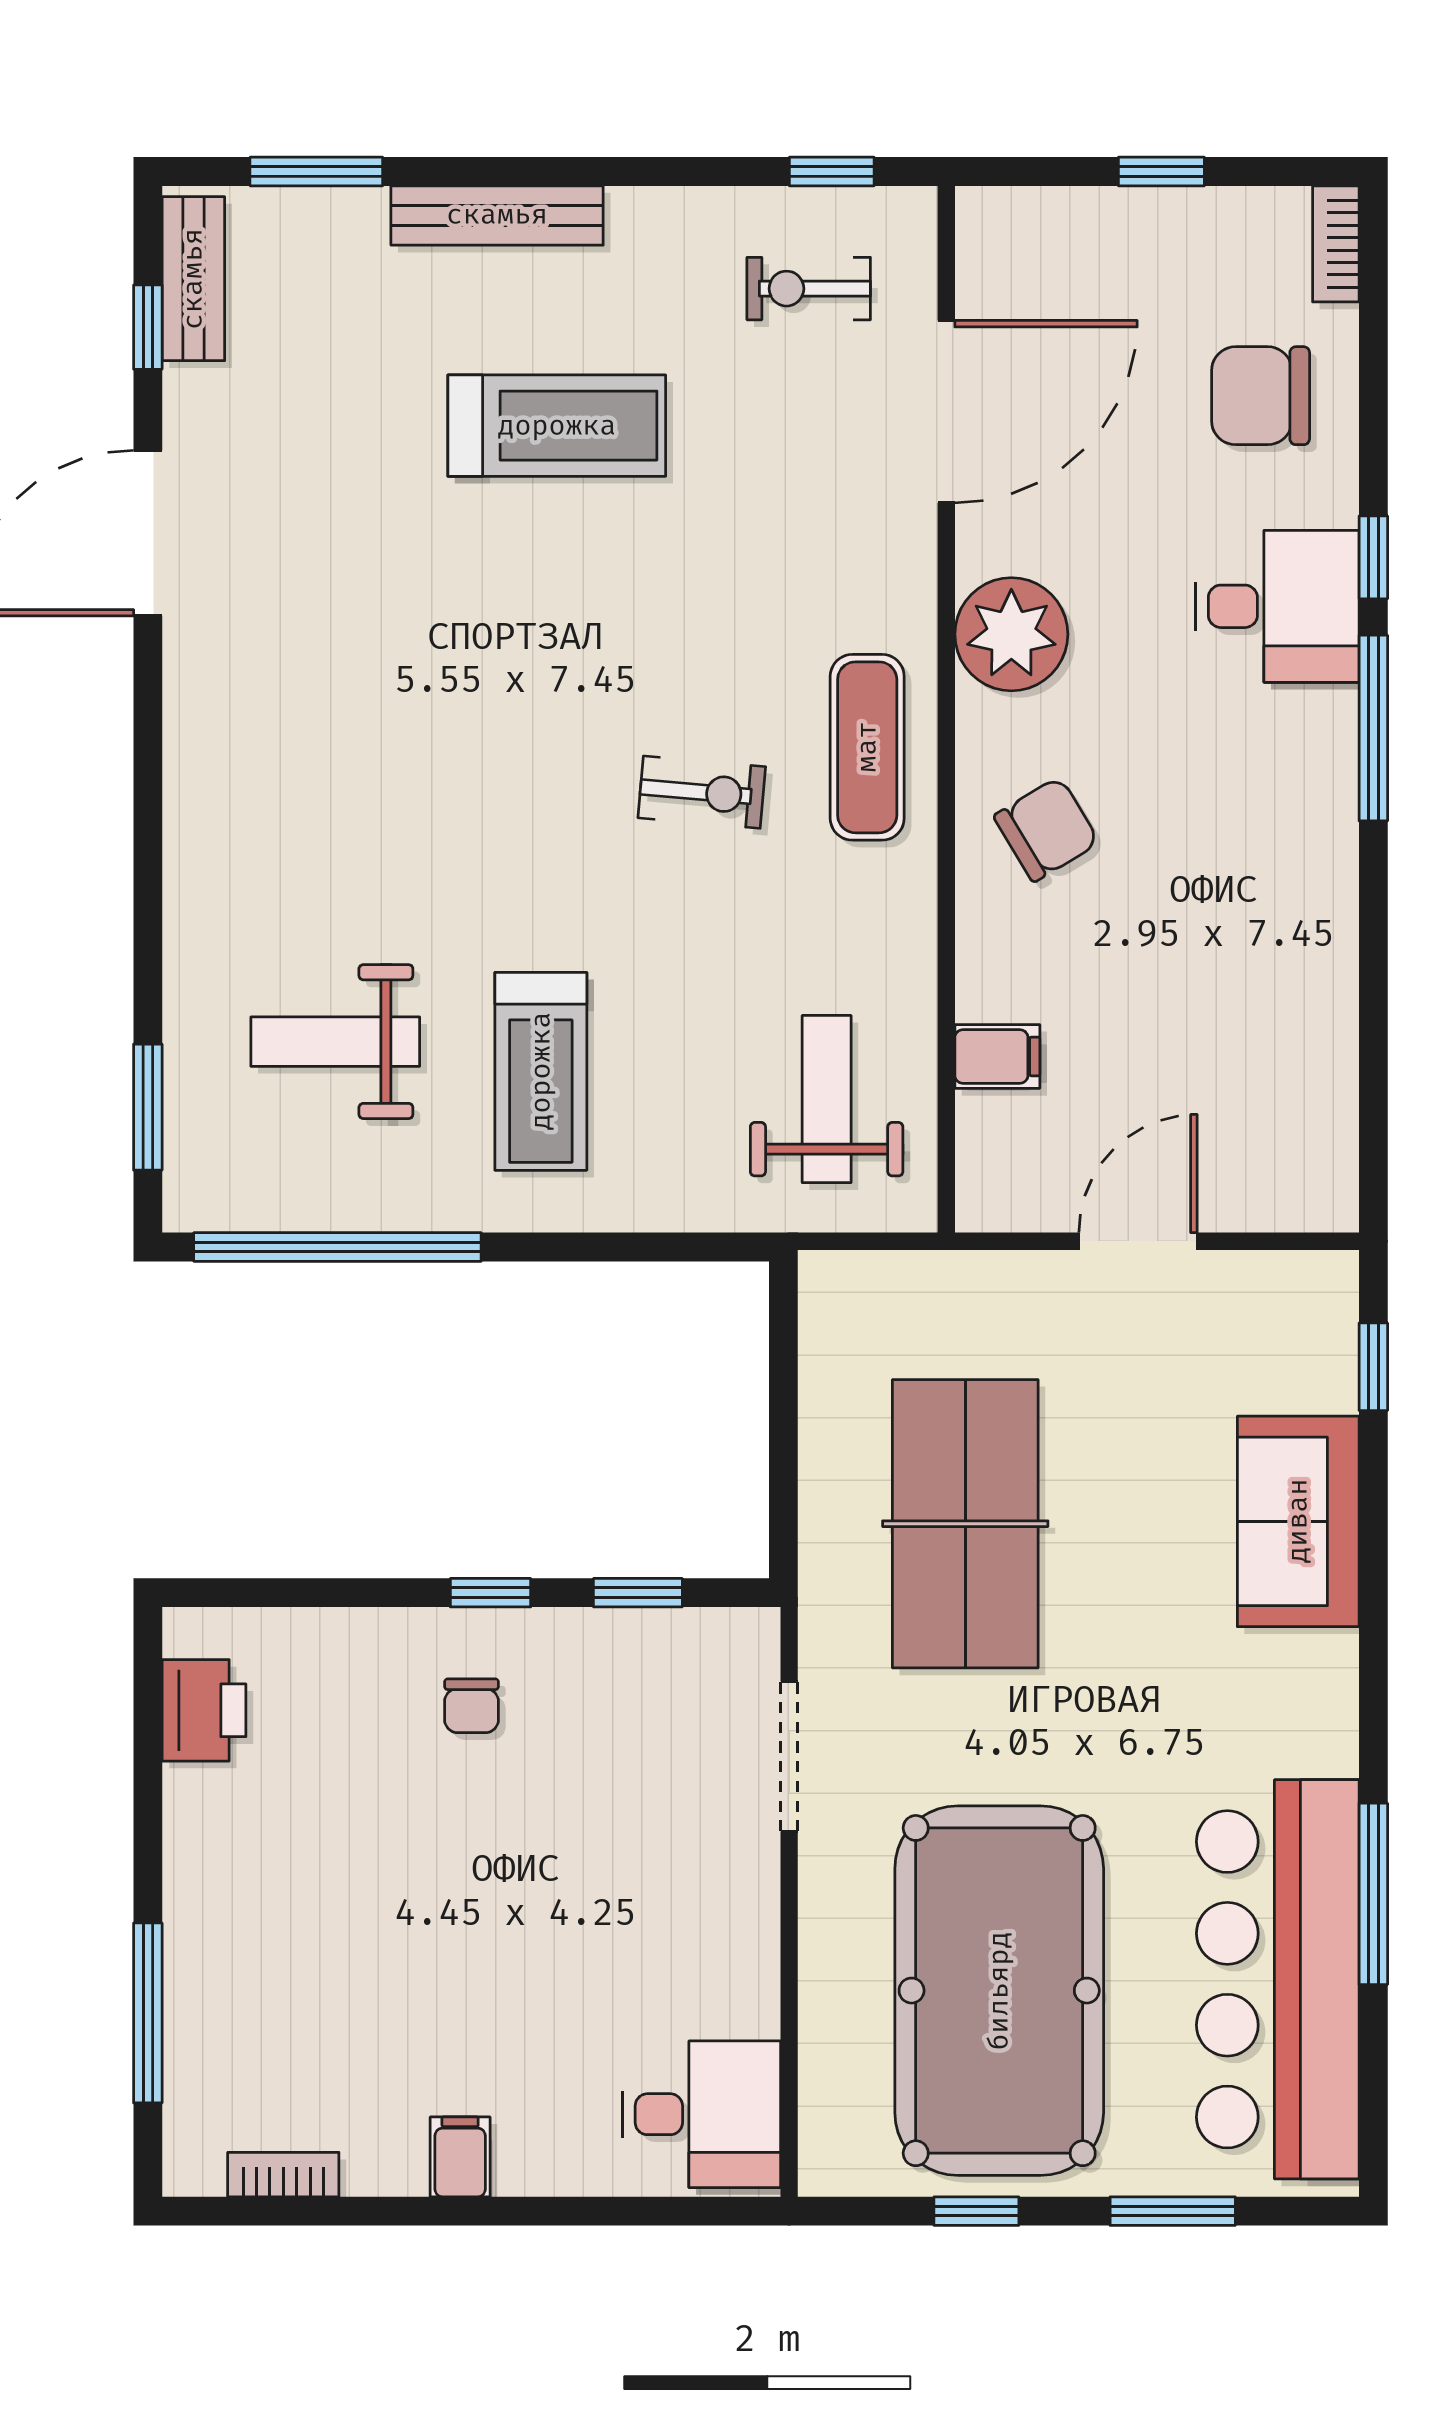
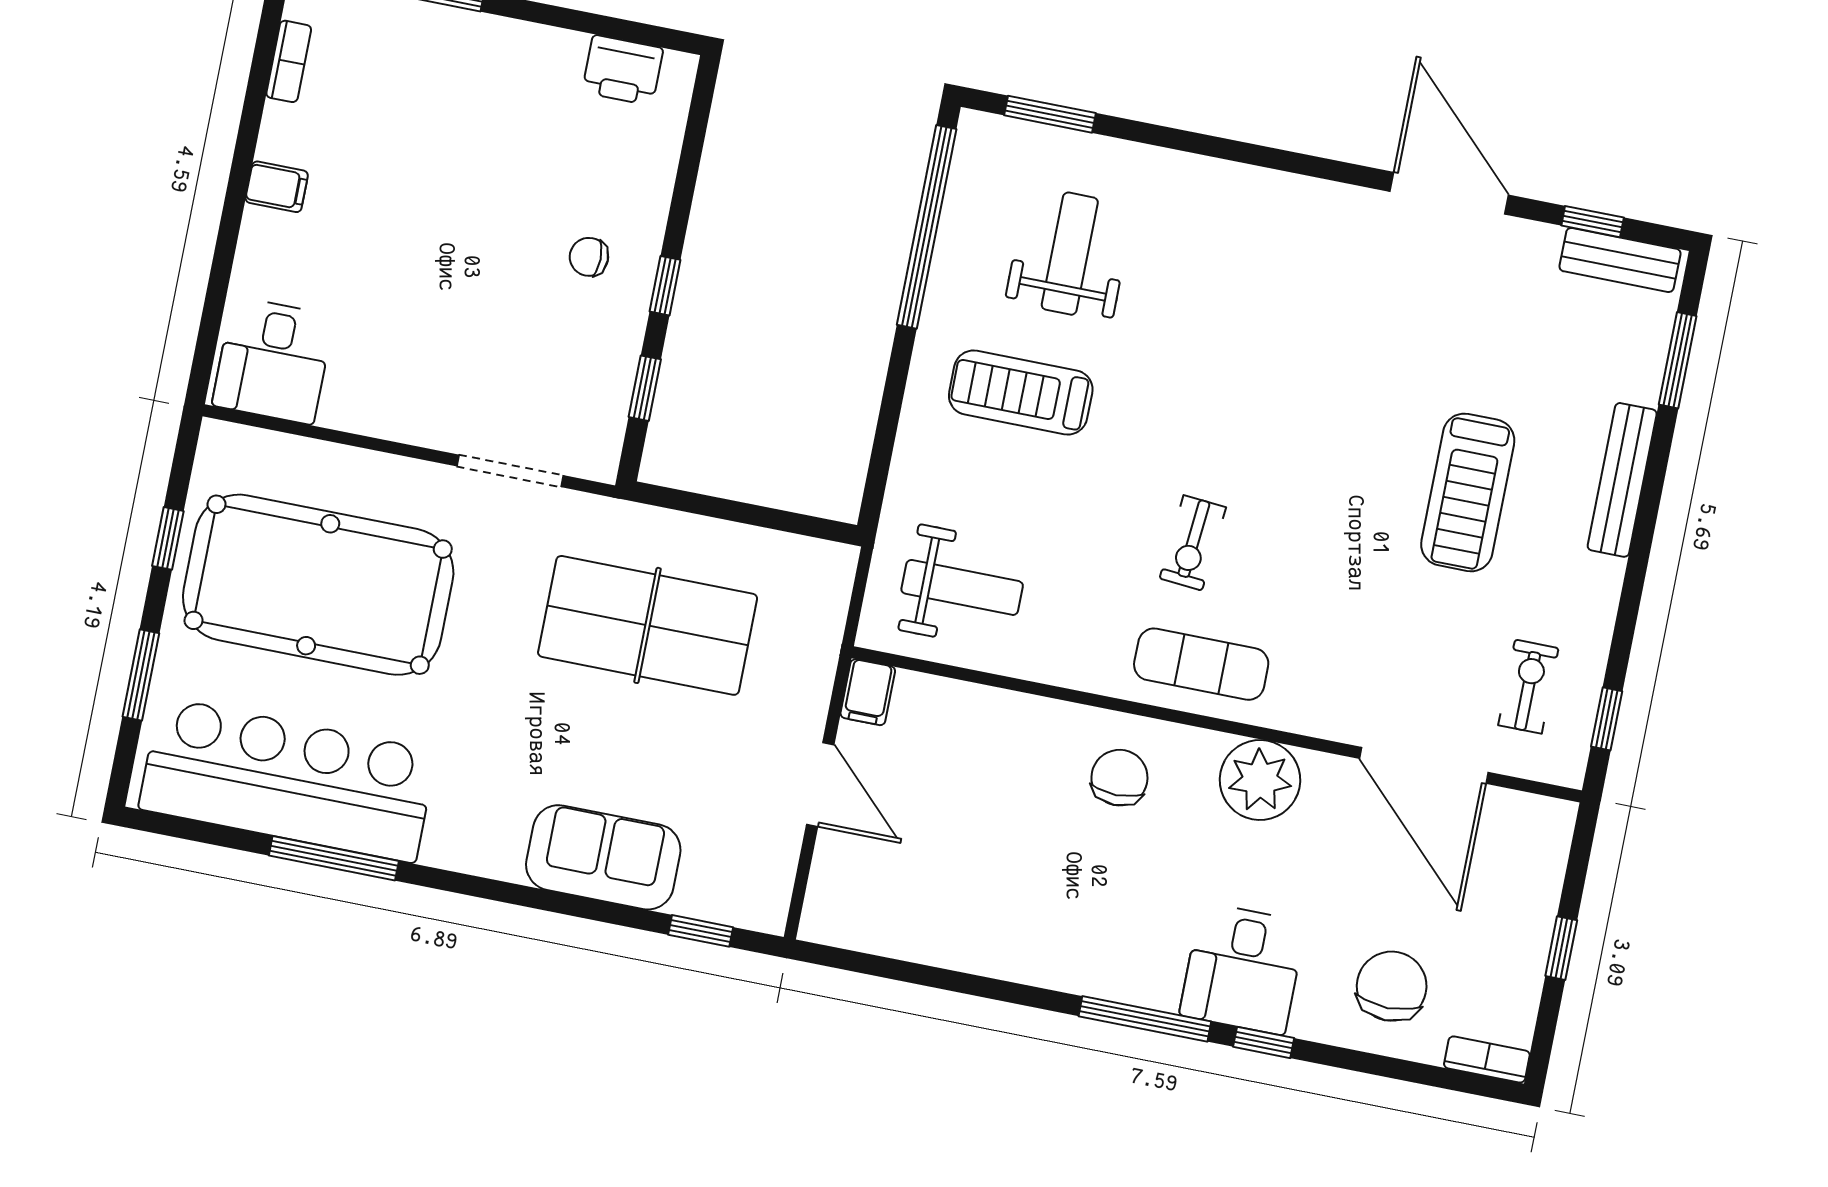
chair: (1047, 829) -> (1119, 778), turned -149
filing cabinet: (997, 1056) -> (868, 692), moved

